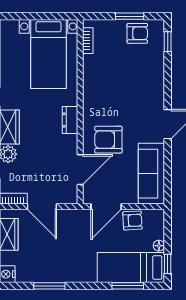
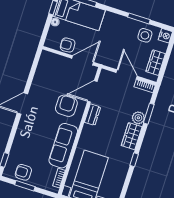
dresser: (70, 120) -> (93, 115), moved
armchair: (108, 140) -> (66, 106), turned -90
sofa: (151, 174) -> (63, 146), moved, turned 180
side table: (34, 266) -> (145, 35), added

